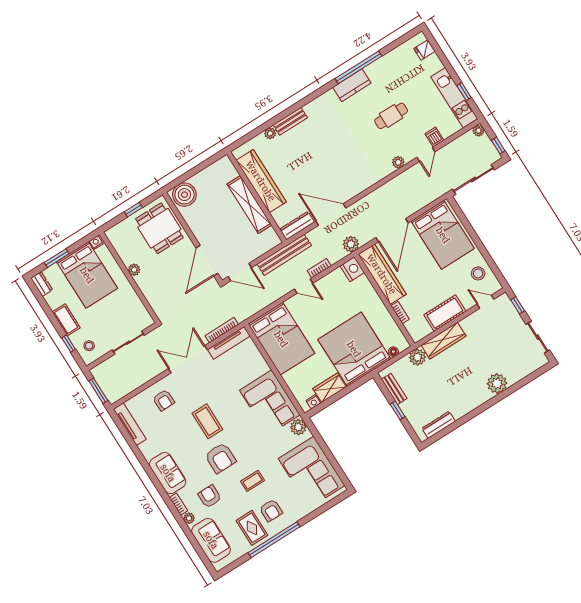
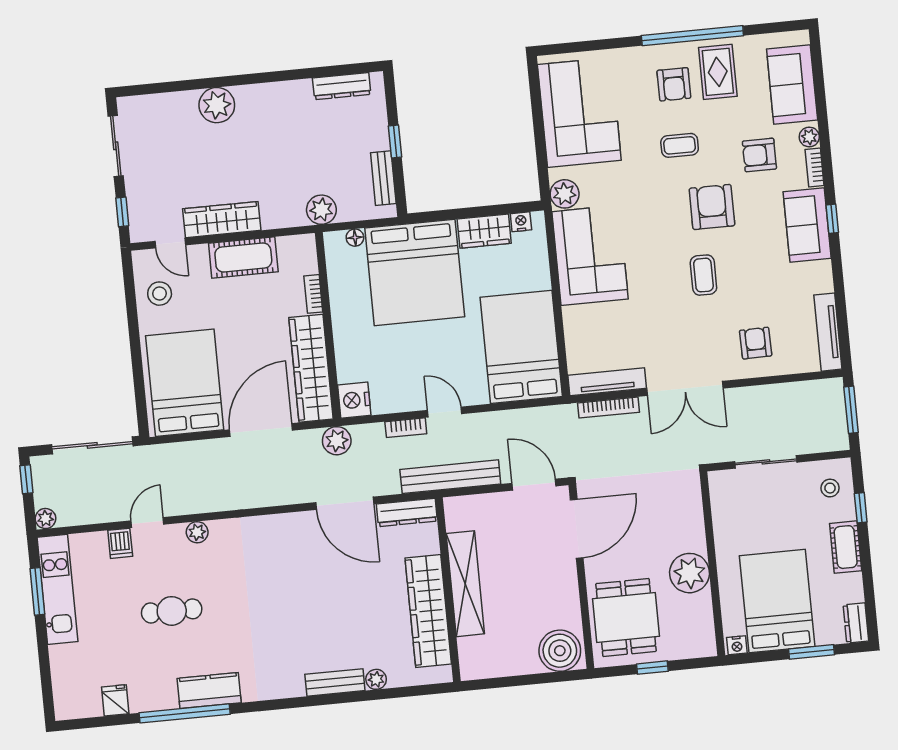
fridge: (424, 50) -> (115, 700), moved, turned -90
window: (464, 92) -> (37, 591), width x1.50
plant: (134, 270) -> (690, 573), width x1.87, depth x1.87
wardrobe: (444, 341) -> (222, 220), moved
coffee table: (207, 421) -> (703, 275), width x0.73, depth x0.77
window: (156, 483) -> (832, 219), added
armchair: (210, 496) -> (759, 155), turned 90
armchair: (271, 510) -> (674, 84), turned 180

